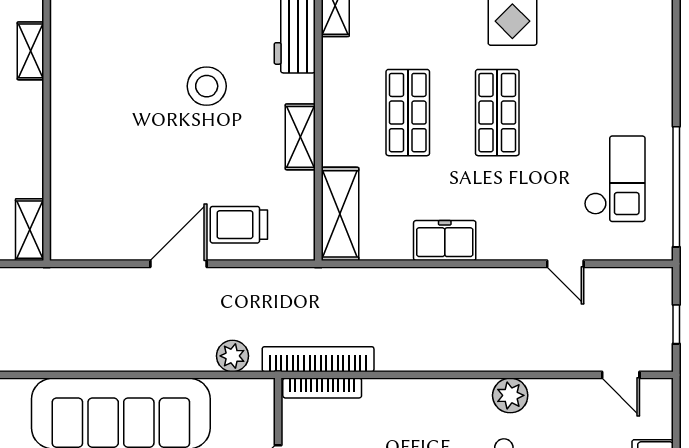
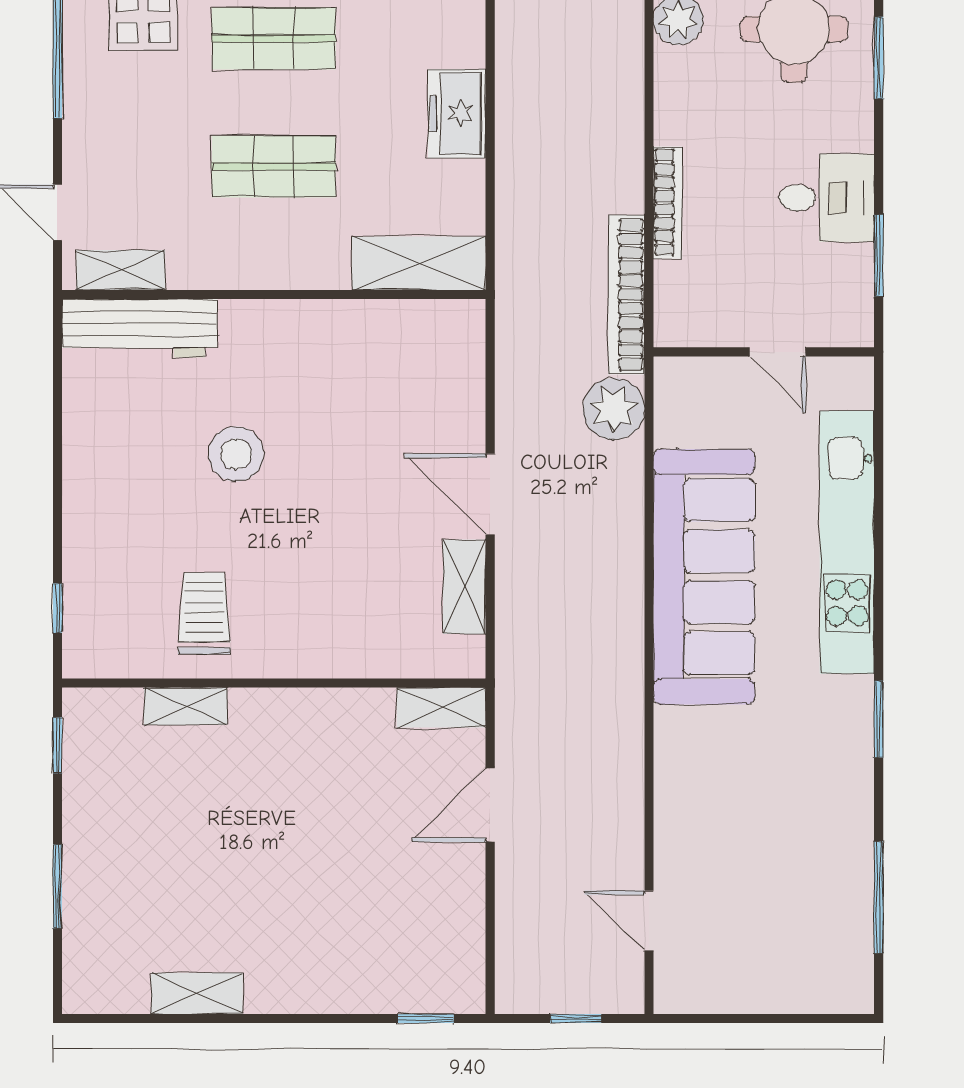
shelving: (300, 137) -> (464, 587), moved, turned 90
trolley: (239, 225) -> (204, 613), moved, turned 180
plant: (232, 356) -> (614, 409), width x1.36, depth x1.36
bookcase: (322, 388) -> (668, 203), moved

